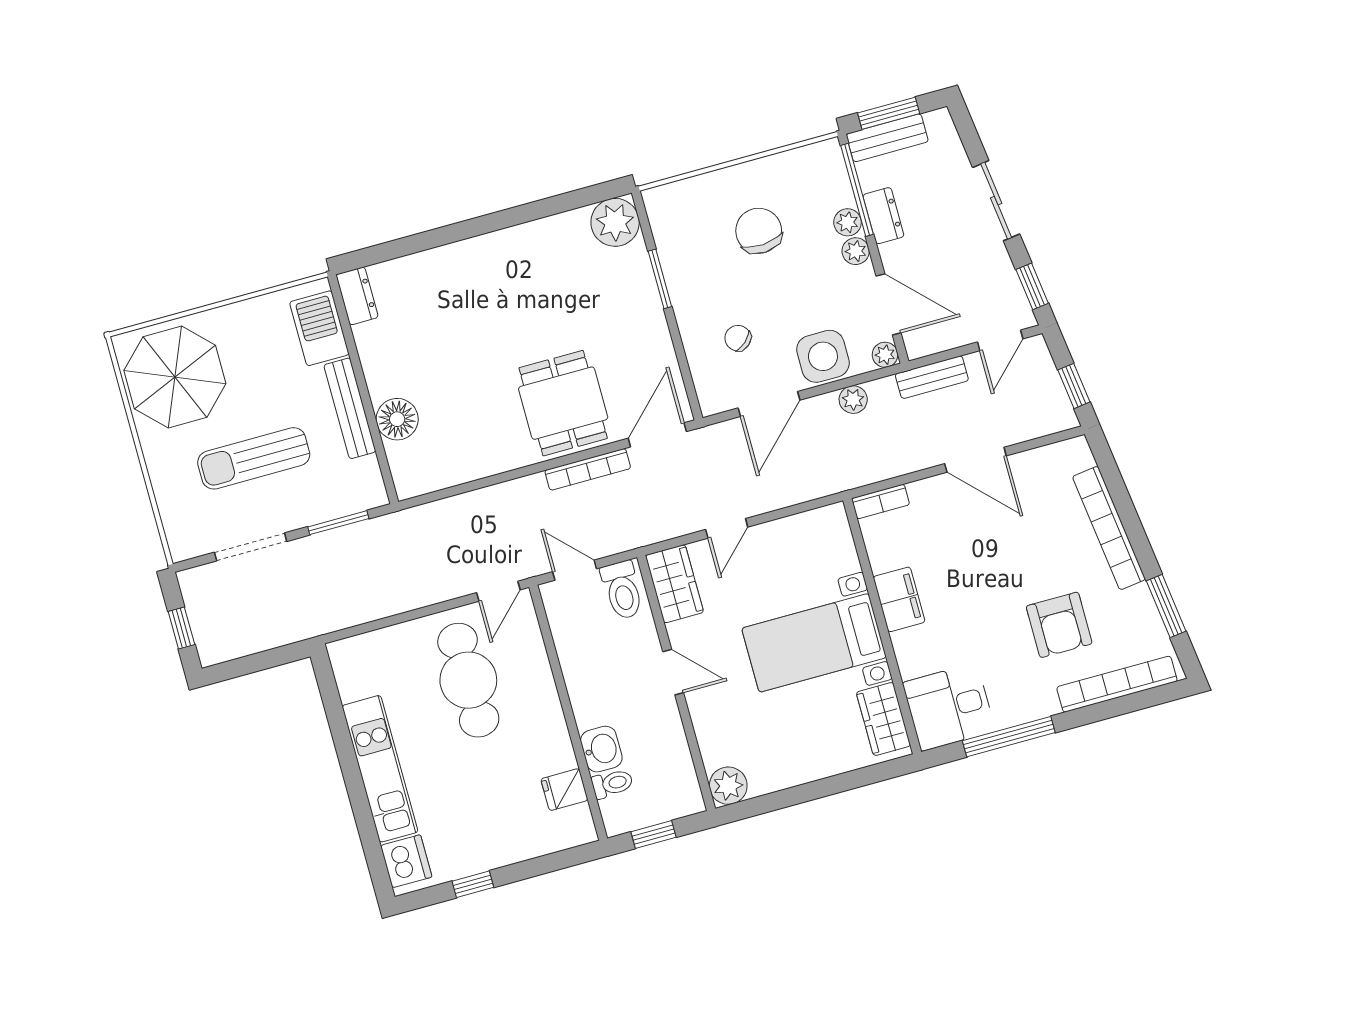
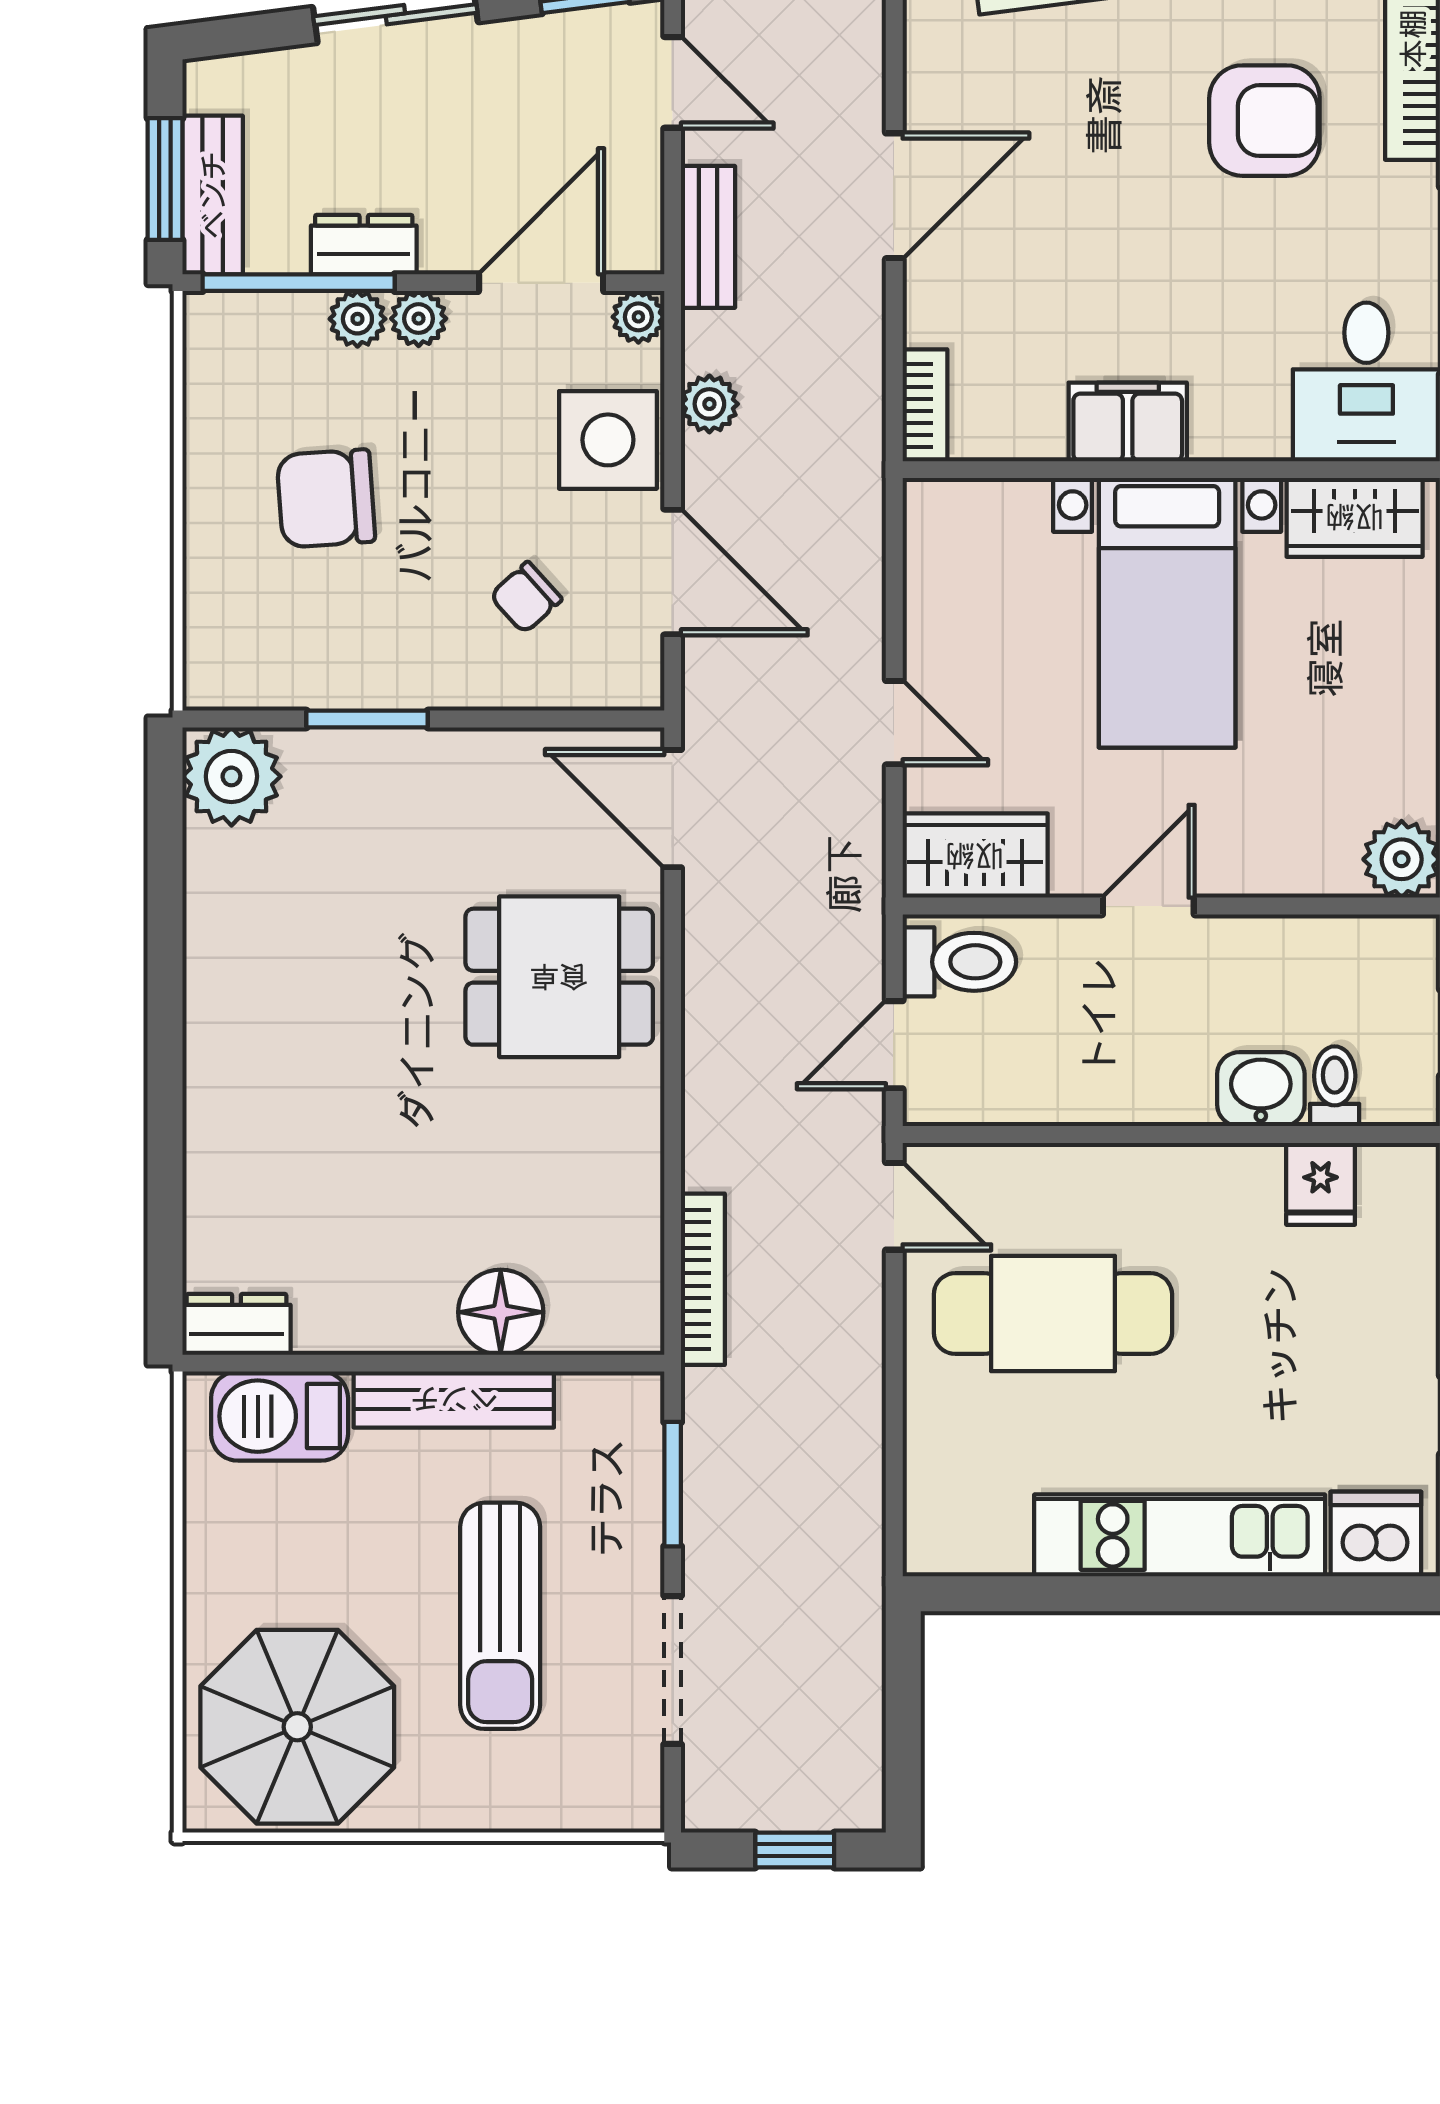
bookcase: (588, 469) -> (703, 1279), moved

